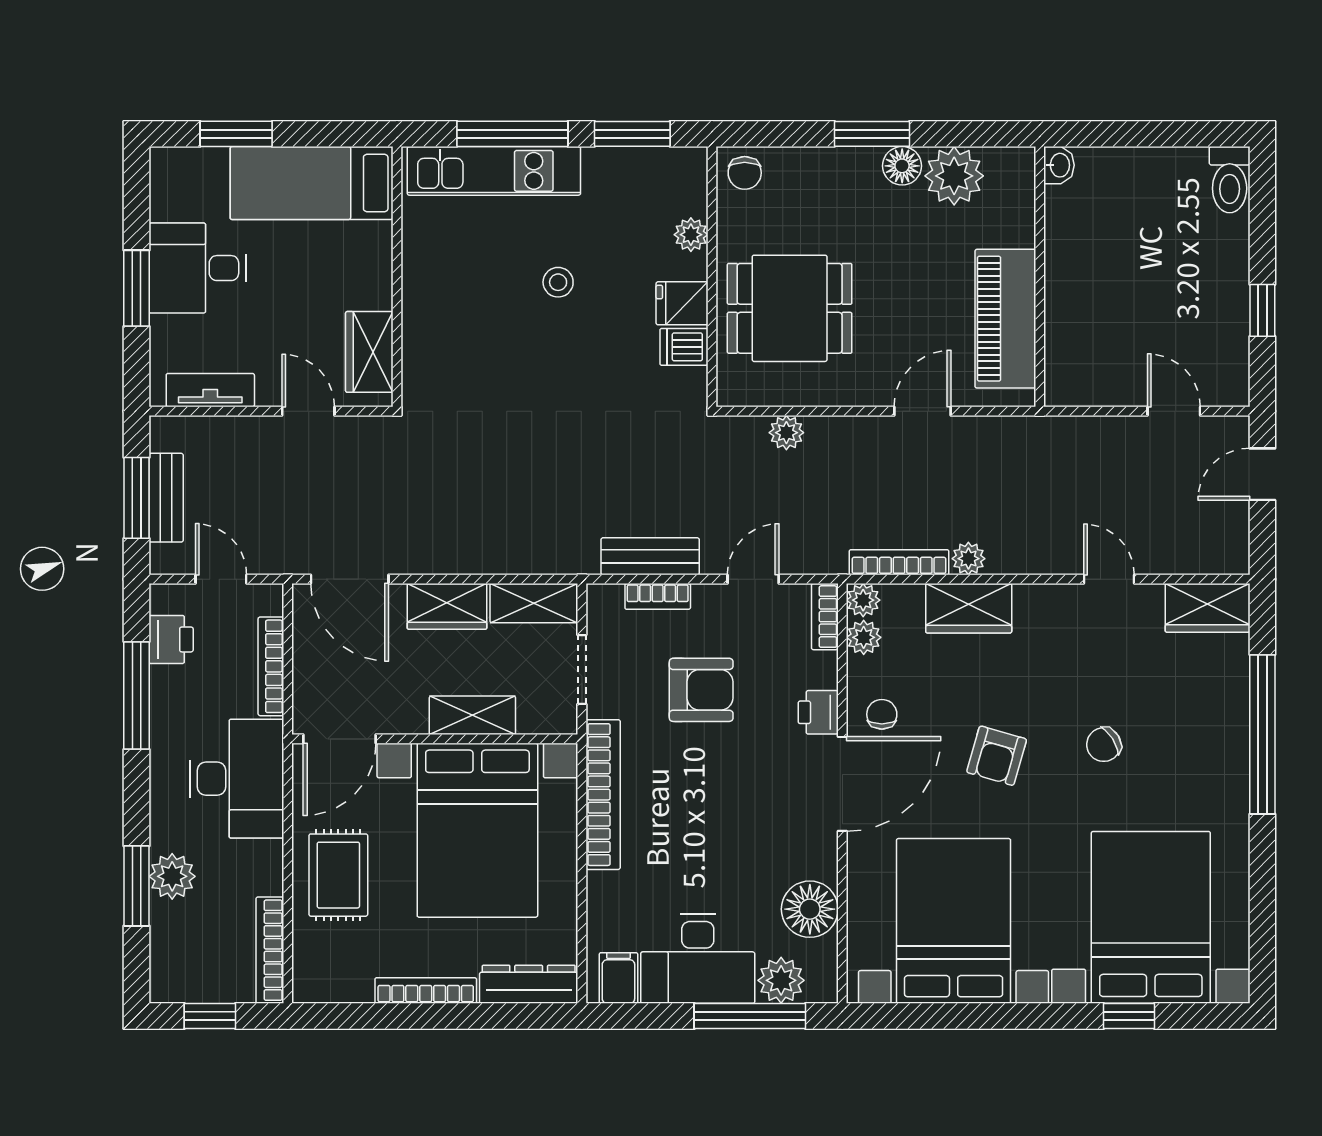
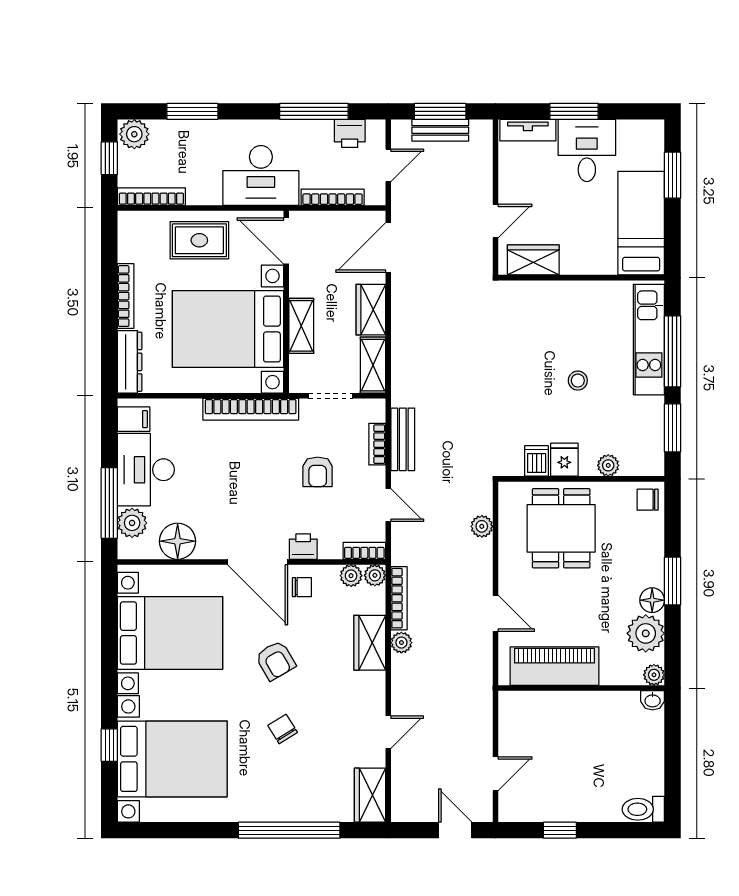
plant: (1019, 163) -> (654, 675), added
tv unit: (210, 390) -> (528, 130), moved, turned 90
armchair: (701, 690) -> (318, 472), width x0.72, depth x0.72
armchair: (997, 756) -> (276, 661), turned -136
plant: (172, 876) -> (134, 134), moved

